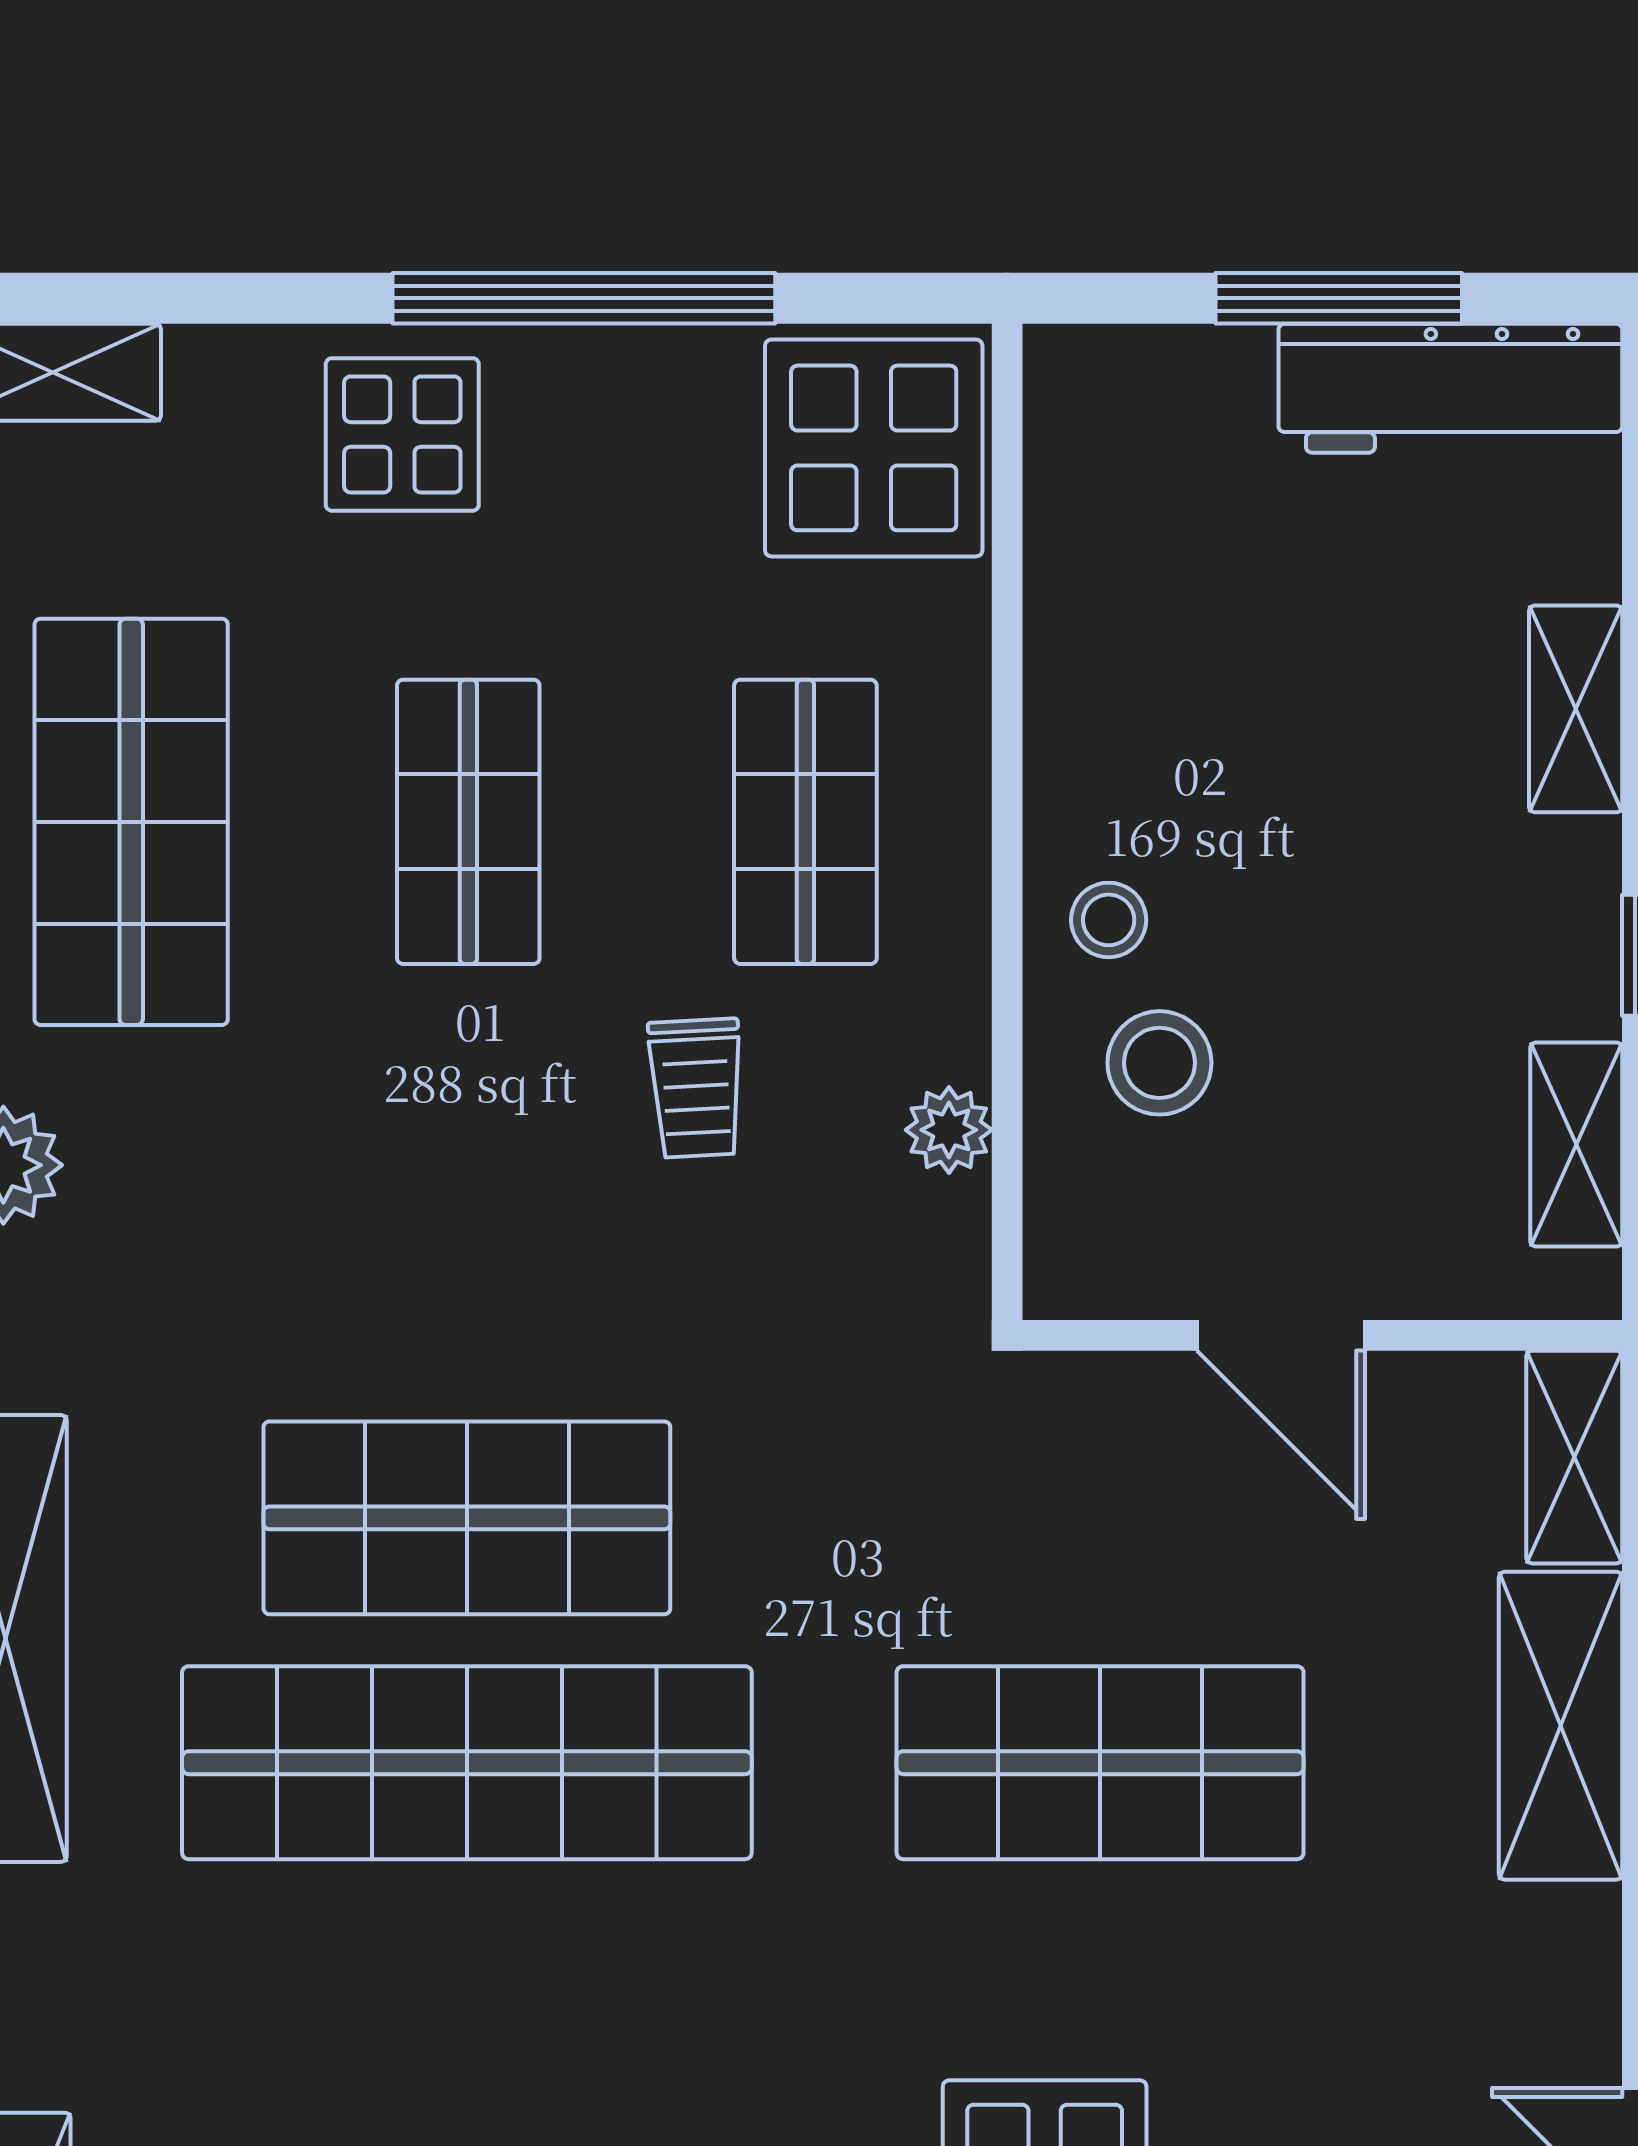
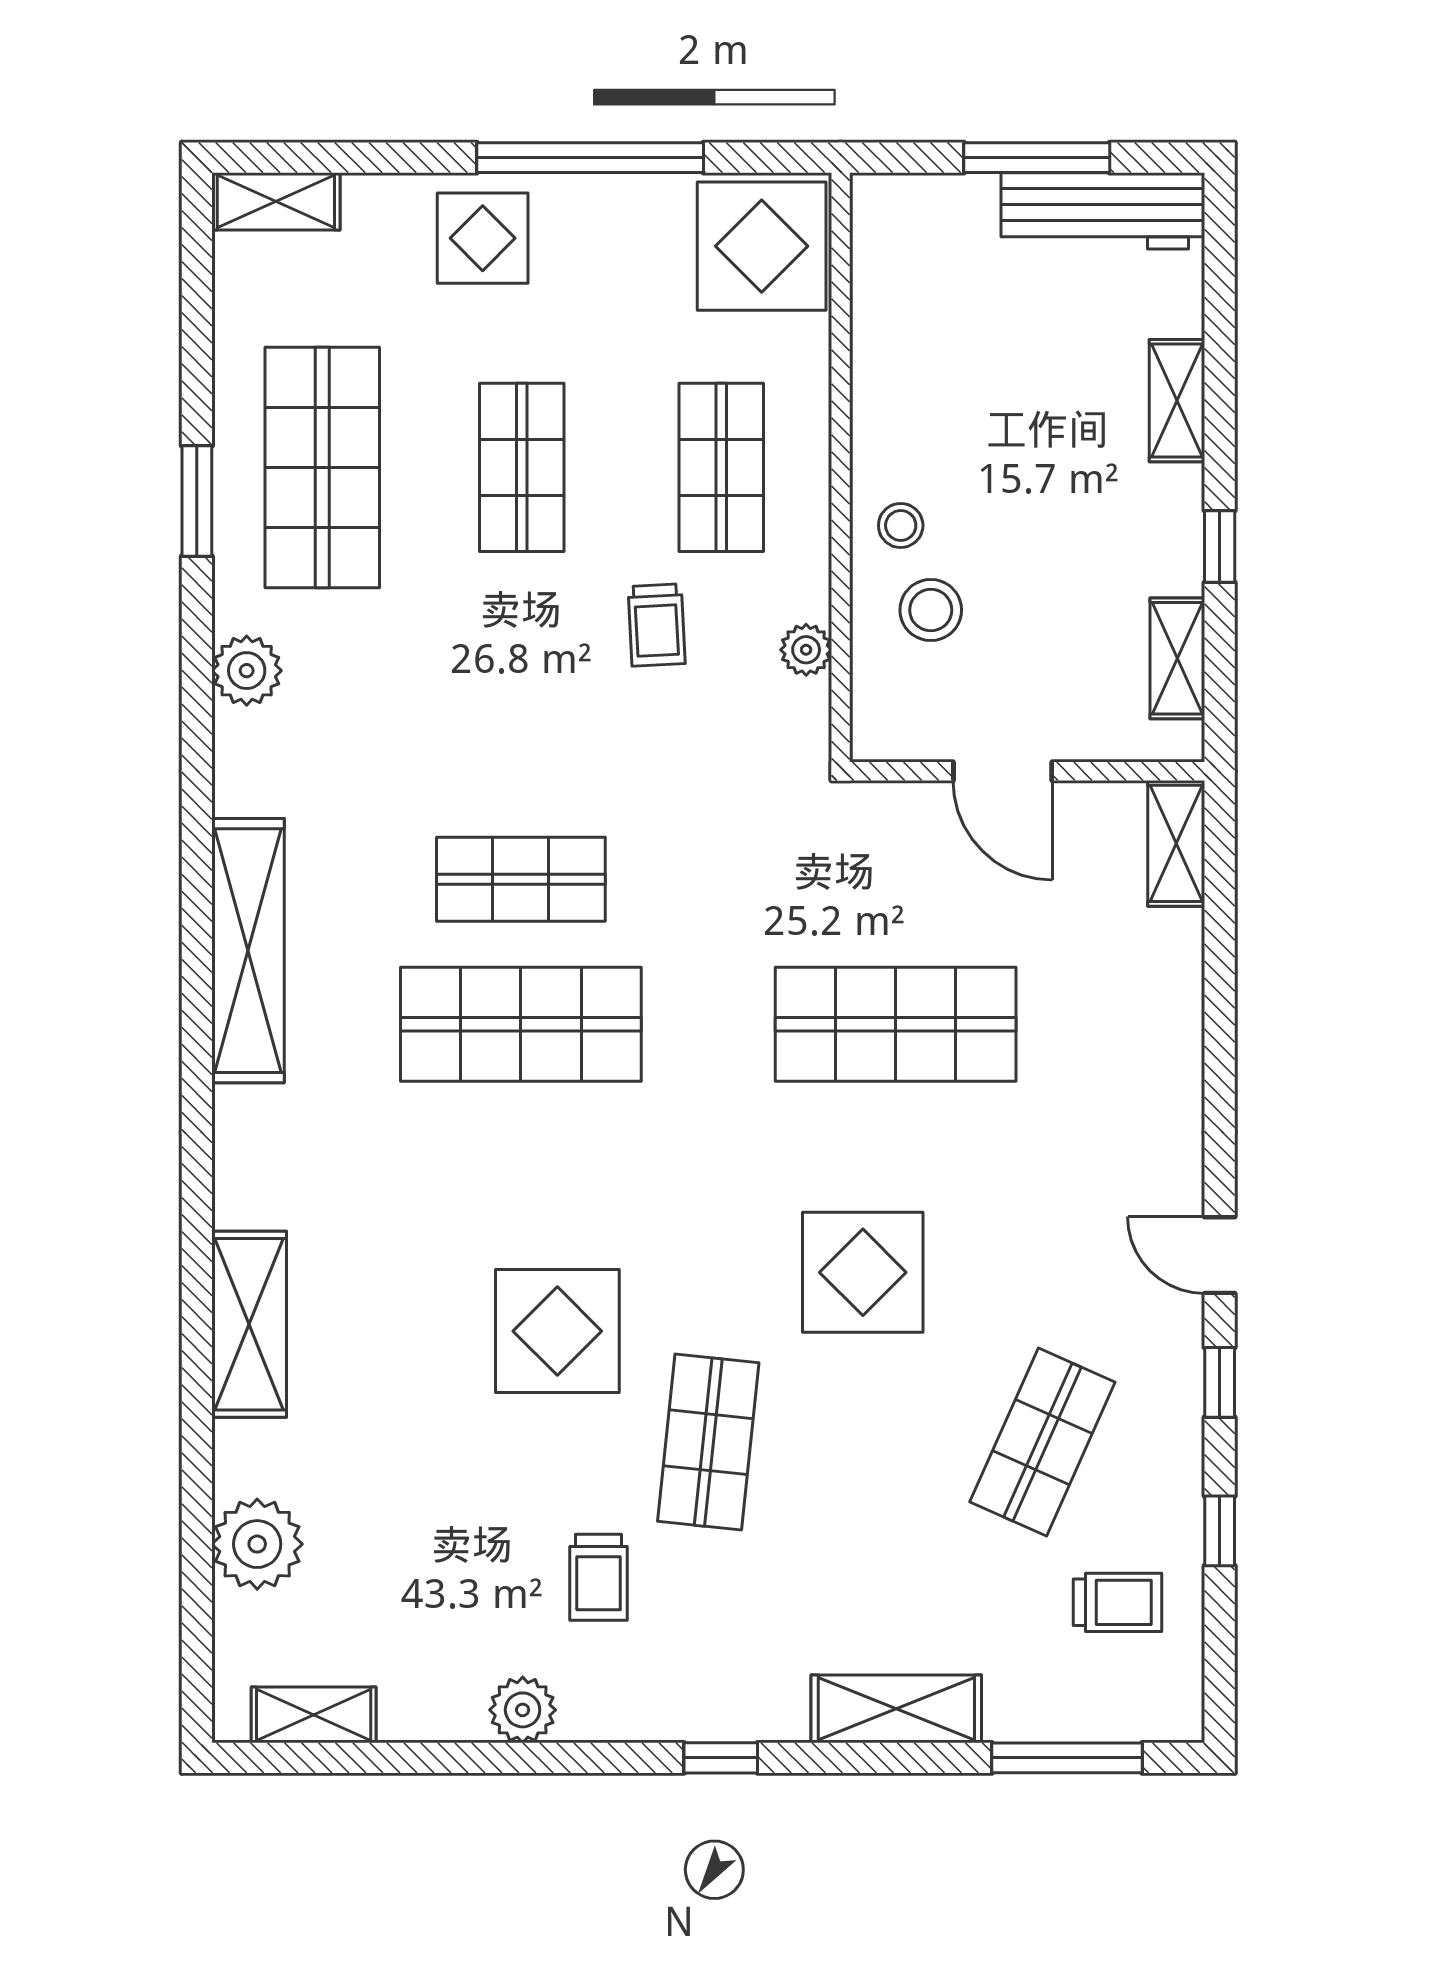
shop shelf: (467, 1518) -> (521, 879), width x0.70, depth x0.74
shelving: (1561, 1726) -> (1168, 1002), removed
shop shelf: (467, 1763) -> (521, 1024), width x0.71

